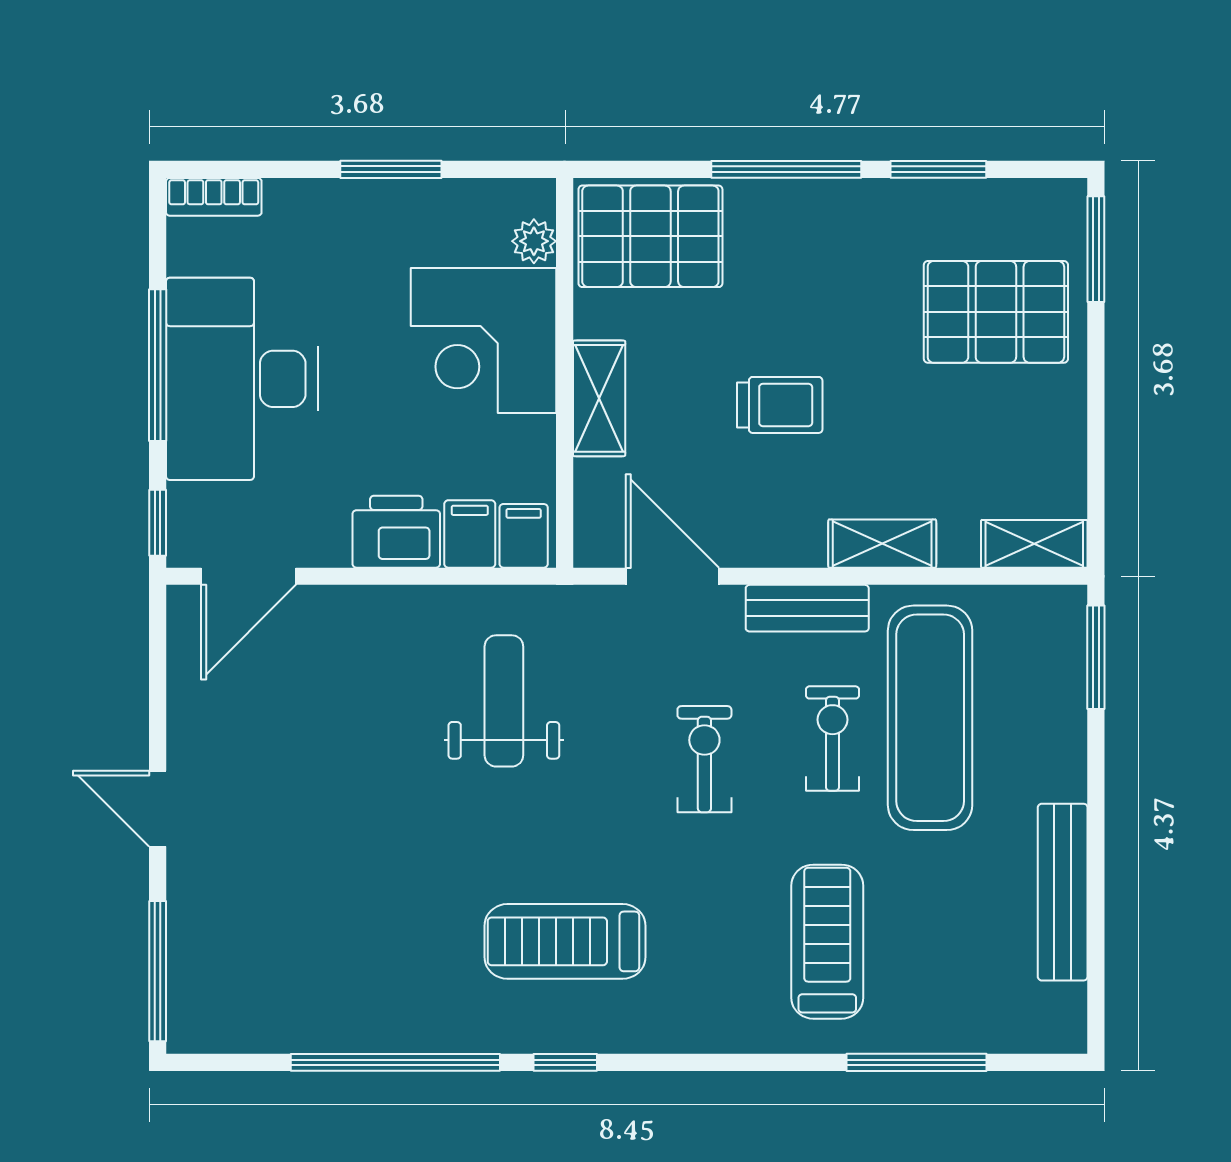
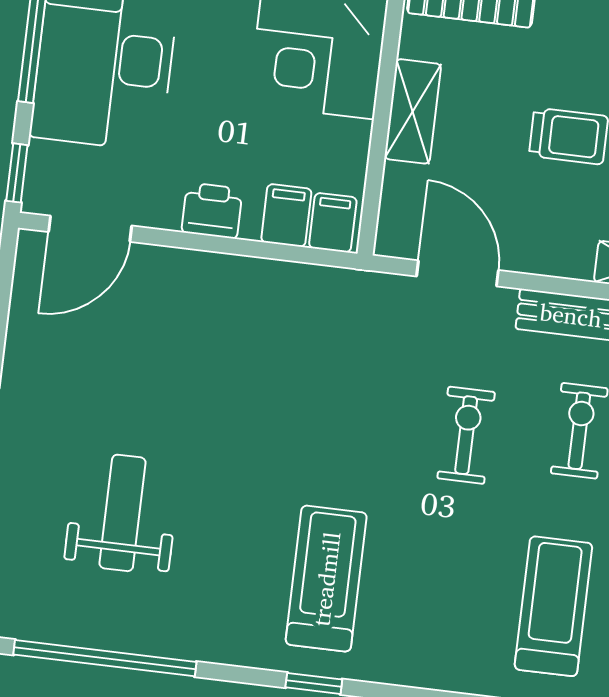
printer: (396, 532) -> (212, 211), width x0.73, depth x0.81
weight bench: (504, 701) -> (123, 513), moved
treadmill: (565, 941) -> (326, 579), turned 90
window: (395, 1062) -> (105, 658), moved

